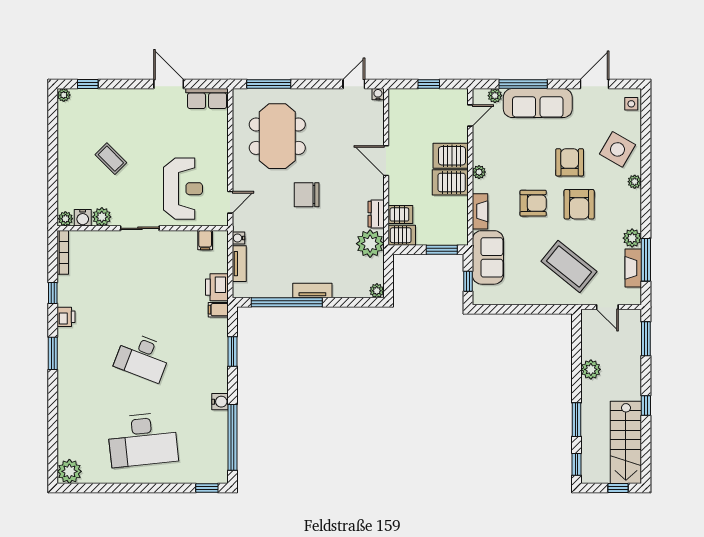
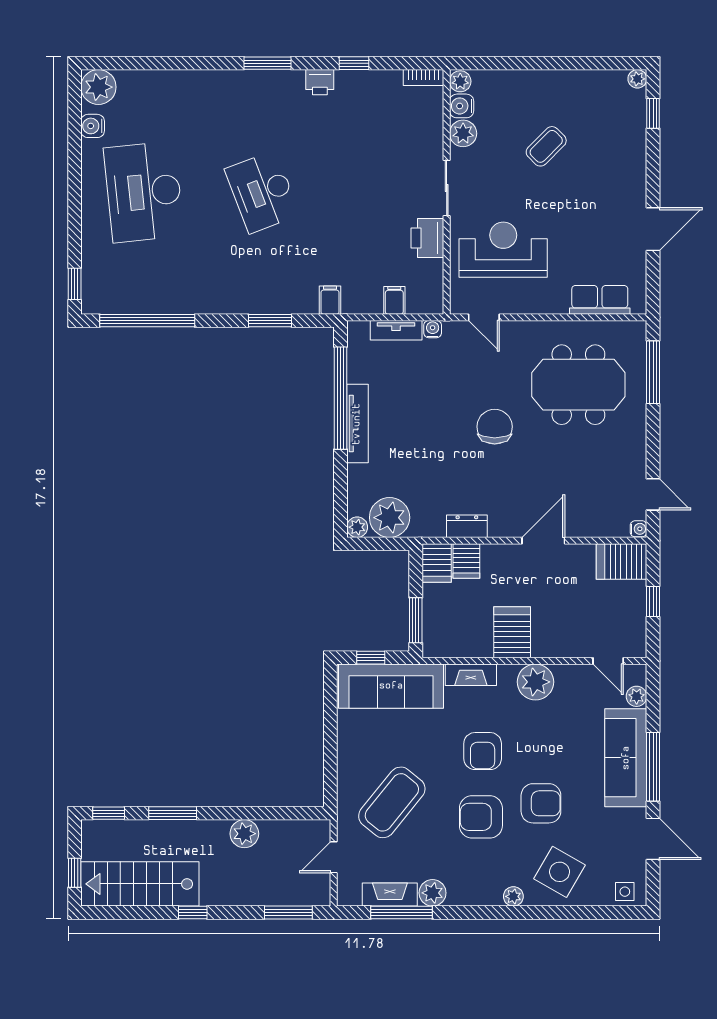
window: (523, 84) -> (653, 767), moved
row of seats: (207, 99) -> (600, 300), moved, turned 90
server rack: (451, 156) -> (622, 561), moved, turned -90
plant: (479, 172) -> (535, 682), width x1.88, depth x1.88
reception desk: (183, 189) -> (503, 250), turned 180
filing cabinet: (205, 240) -> (394, 300), moved, turned 90
plant: (370, 244) -> (390, 518), moved
bookcase: (63, 252) -> (423, 78), width x0.64
sofa: (488, 257) -> (391, 686), width x1.36
printer: (217, 287) -> (427, 238), moved, turned -90
tv unit: (312, 291) -> (357, 424), width x1.41
desk: (143, 357) -> (262, 192), turned -42
water cooler: (220, 402) -> (93, 126), moved, turned 90

